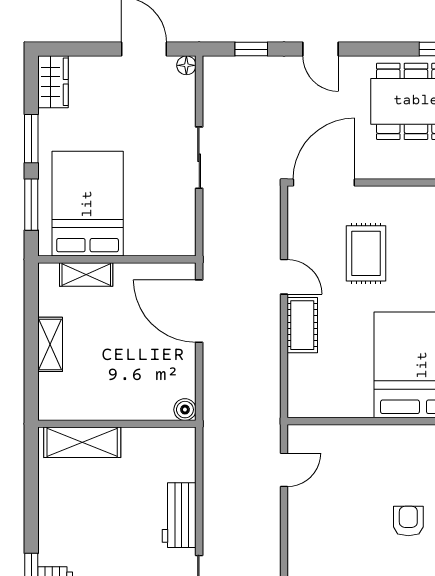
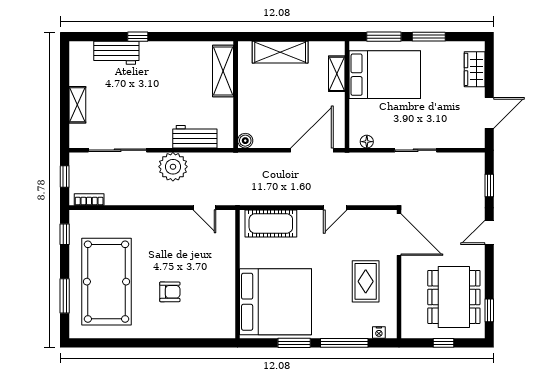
floor lamp: (186, 65) -> (367, 142), moved
wardrobe: (53, 82) -> (475, 69), moved, turned 90
rug: (366, 253) -> (366, 281), moved, turned 90
cot: (302, 325) -> (271, 223), moved, width x1.37, depth x1.34
shelving: (50, 344) -> (280, 52), width x1.50, depth x1.33
workbench: (179, 515) -> (195, 137), moved
plant: (224, 516) -> (173, 167), added

